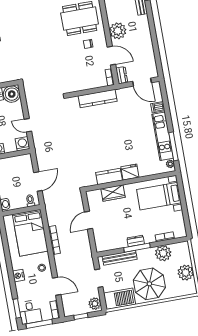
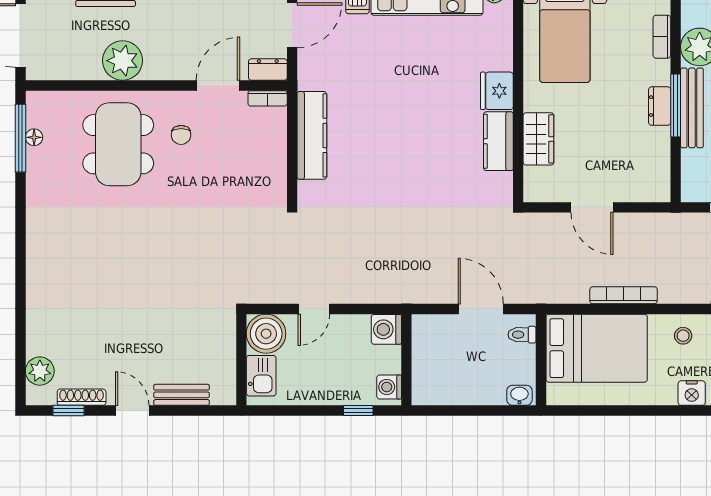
plant: (118, 31) -> (123, 61), moved
door: (28, 125) -> (314, 309), moved
bench: (120, 258) -> (692, 108), moved

